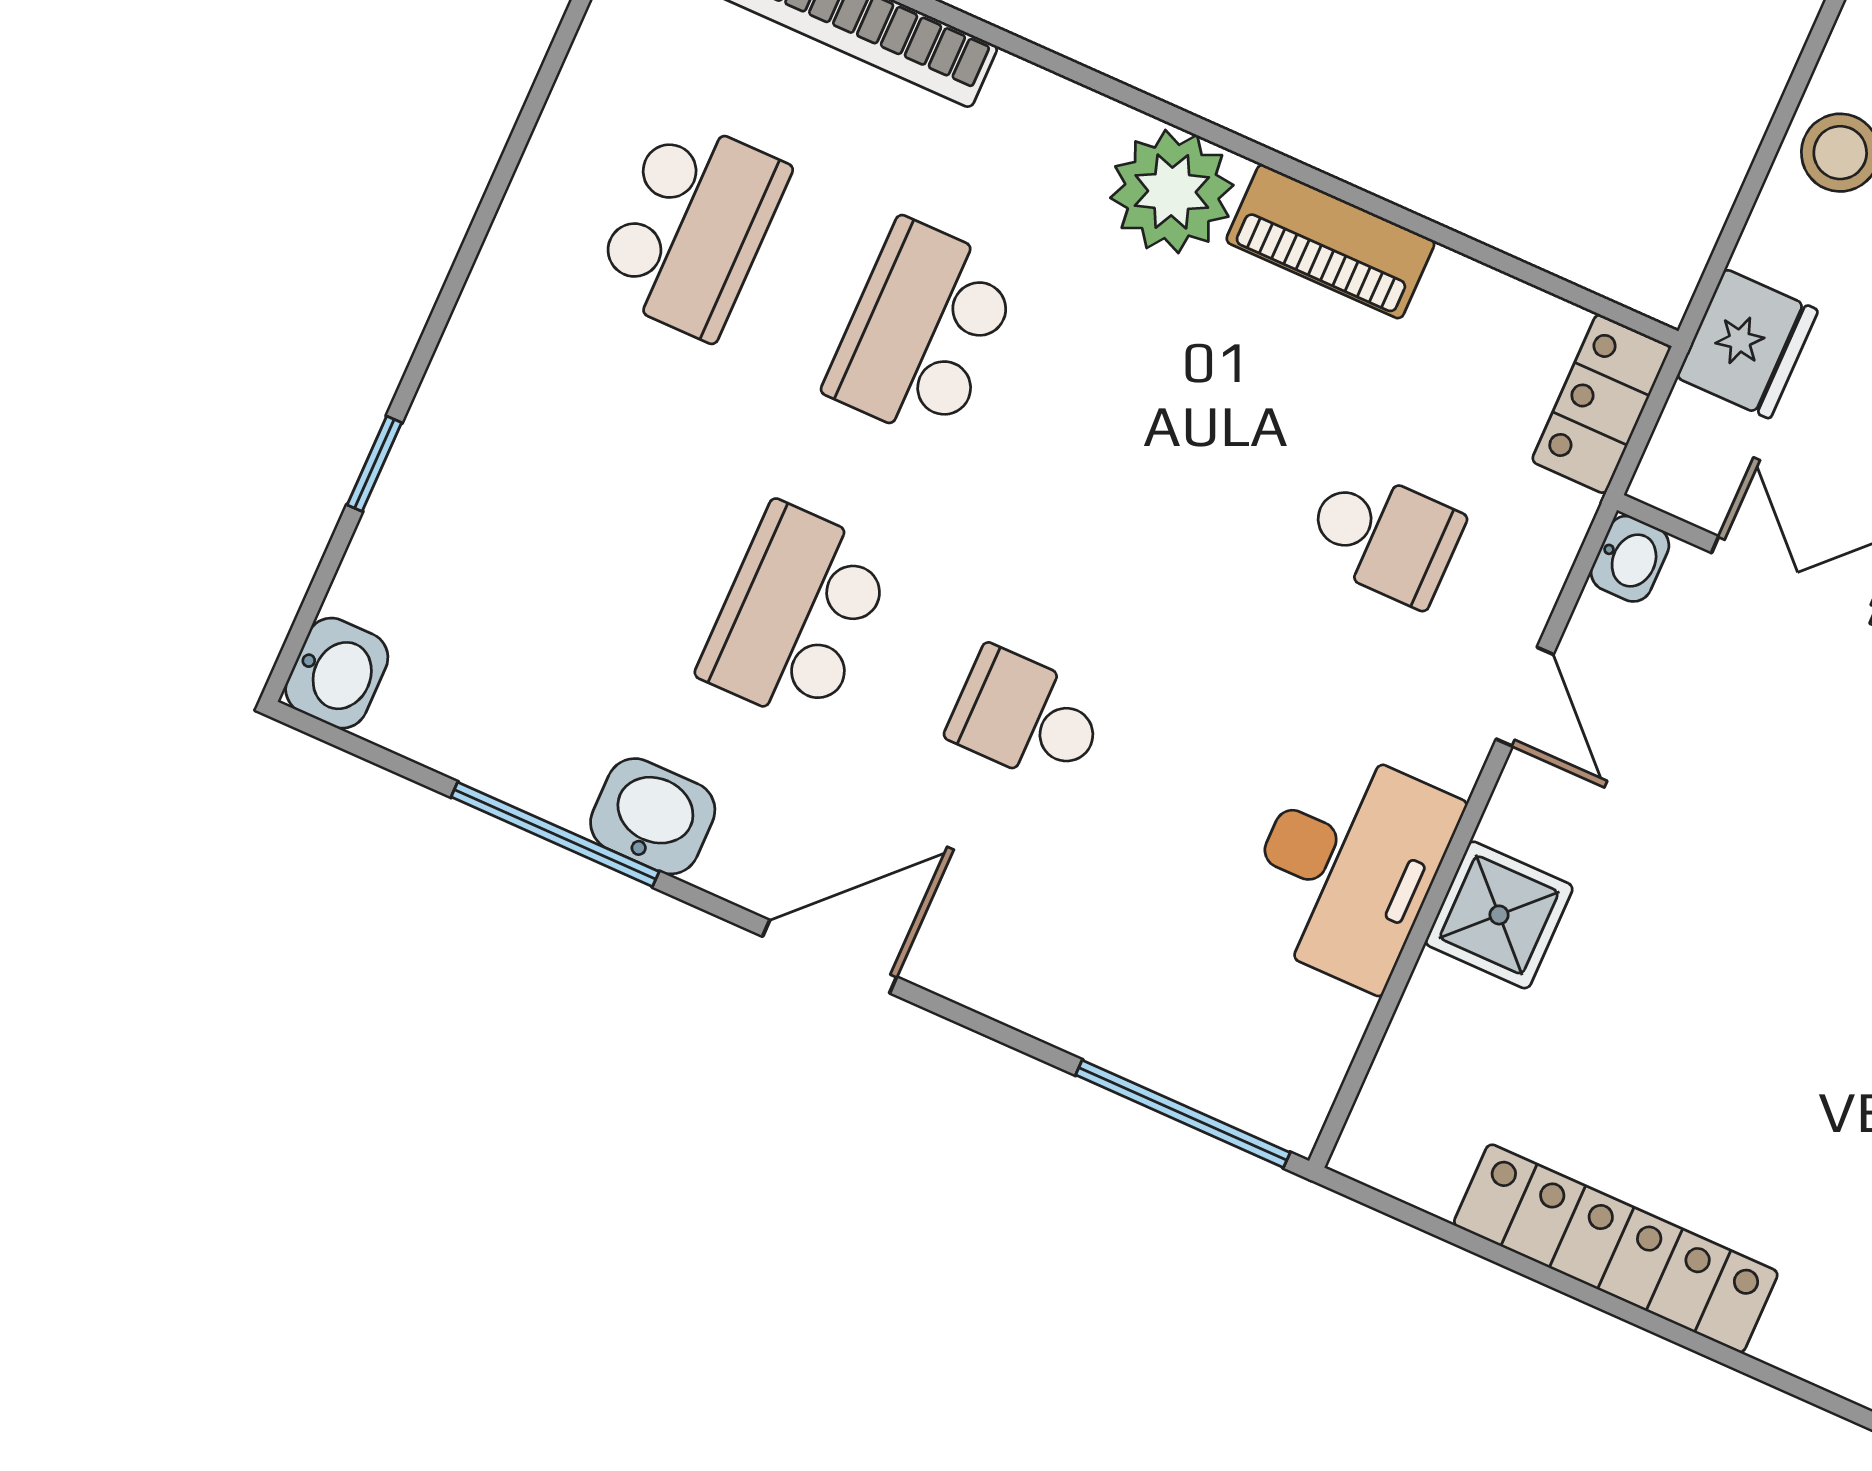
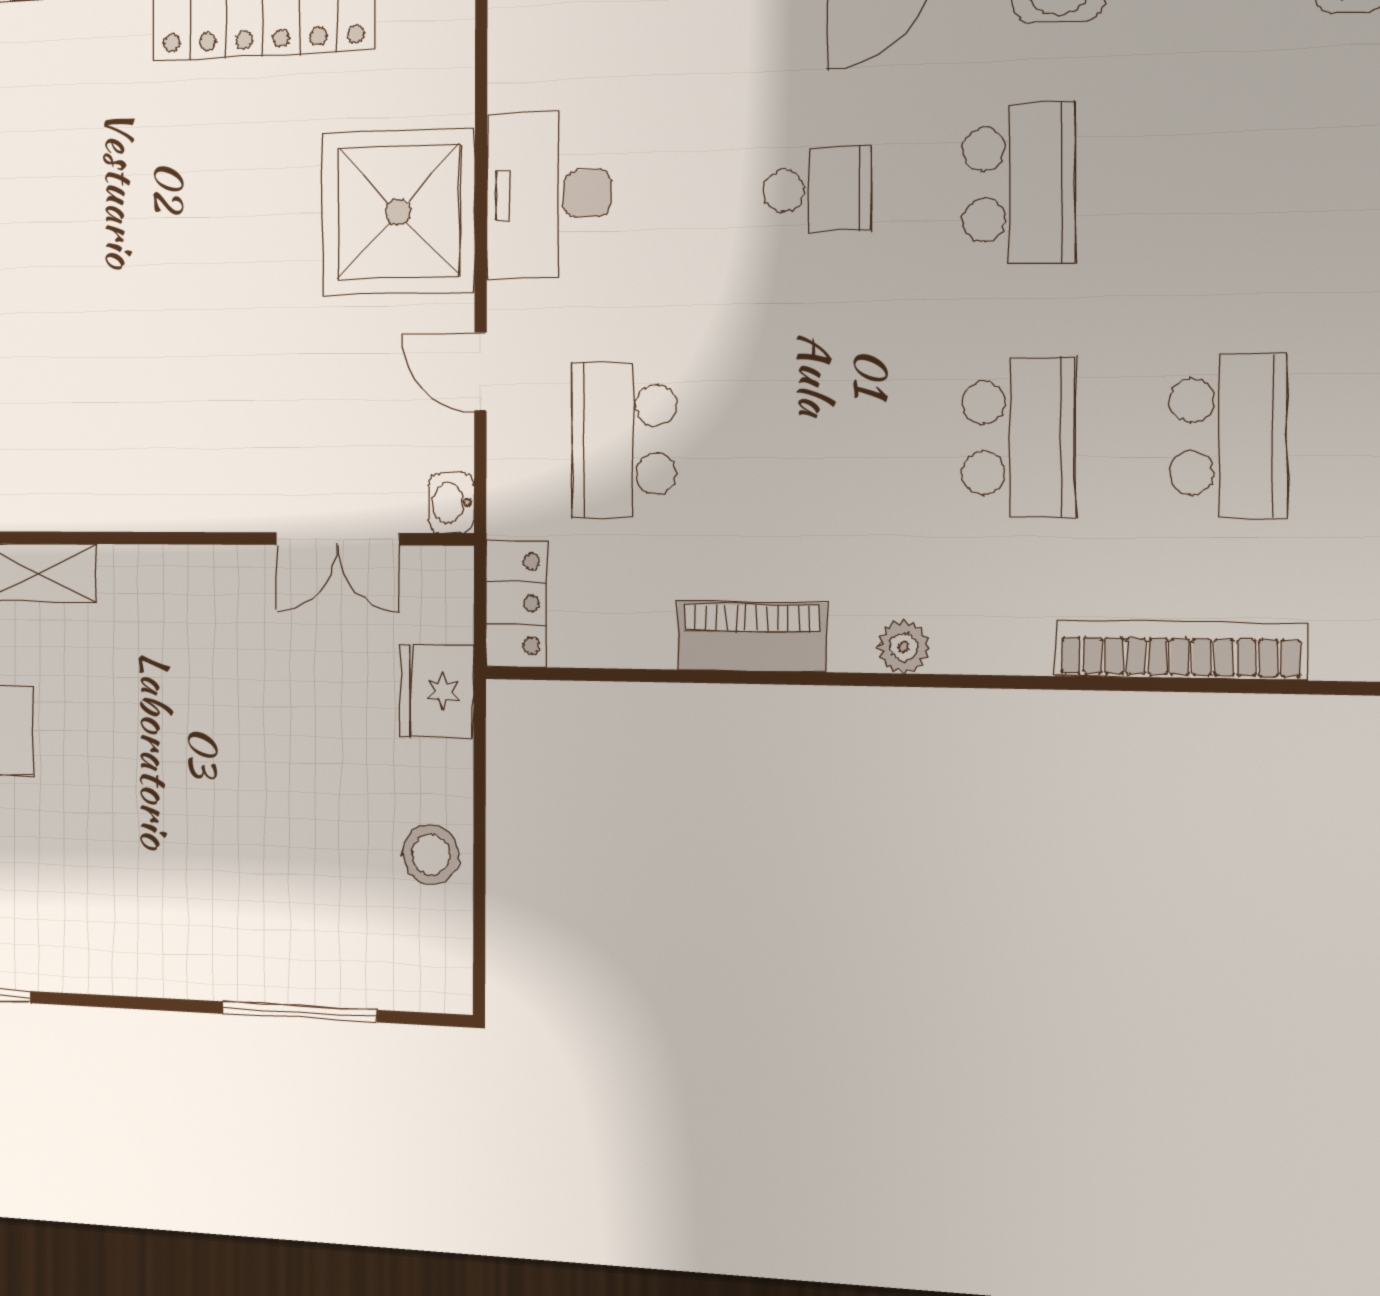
plant: (1172, 192) -> (904, 647), width x0.53, depth x0.53
school desk: (691, 228) -> (1228, 436), turned 180
school desk: (1384, 536) -> (624, 440), width x1.85
shower: (1499, 915) -> (398, 212), width x1.86, depth x1.86

